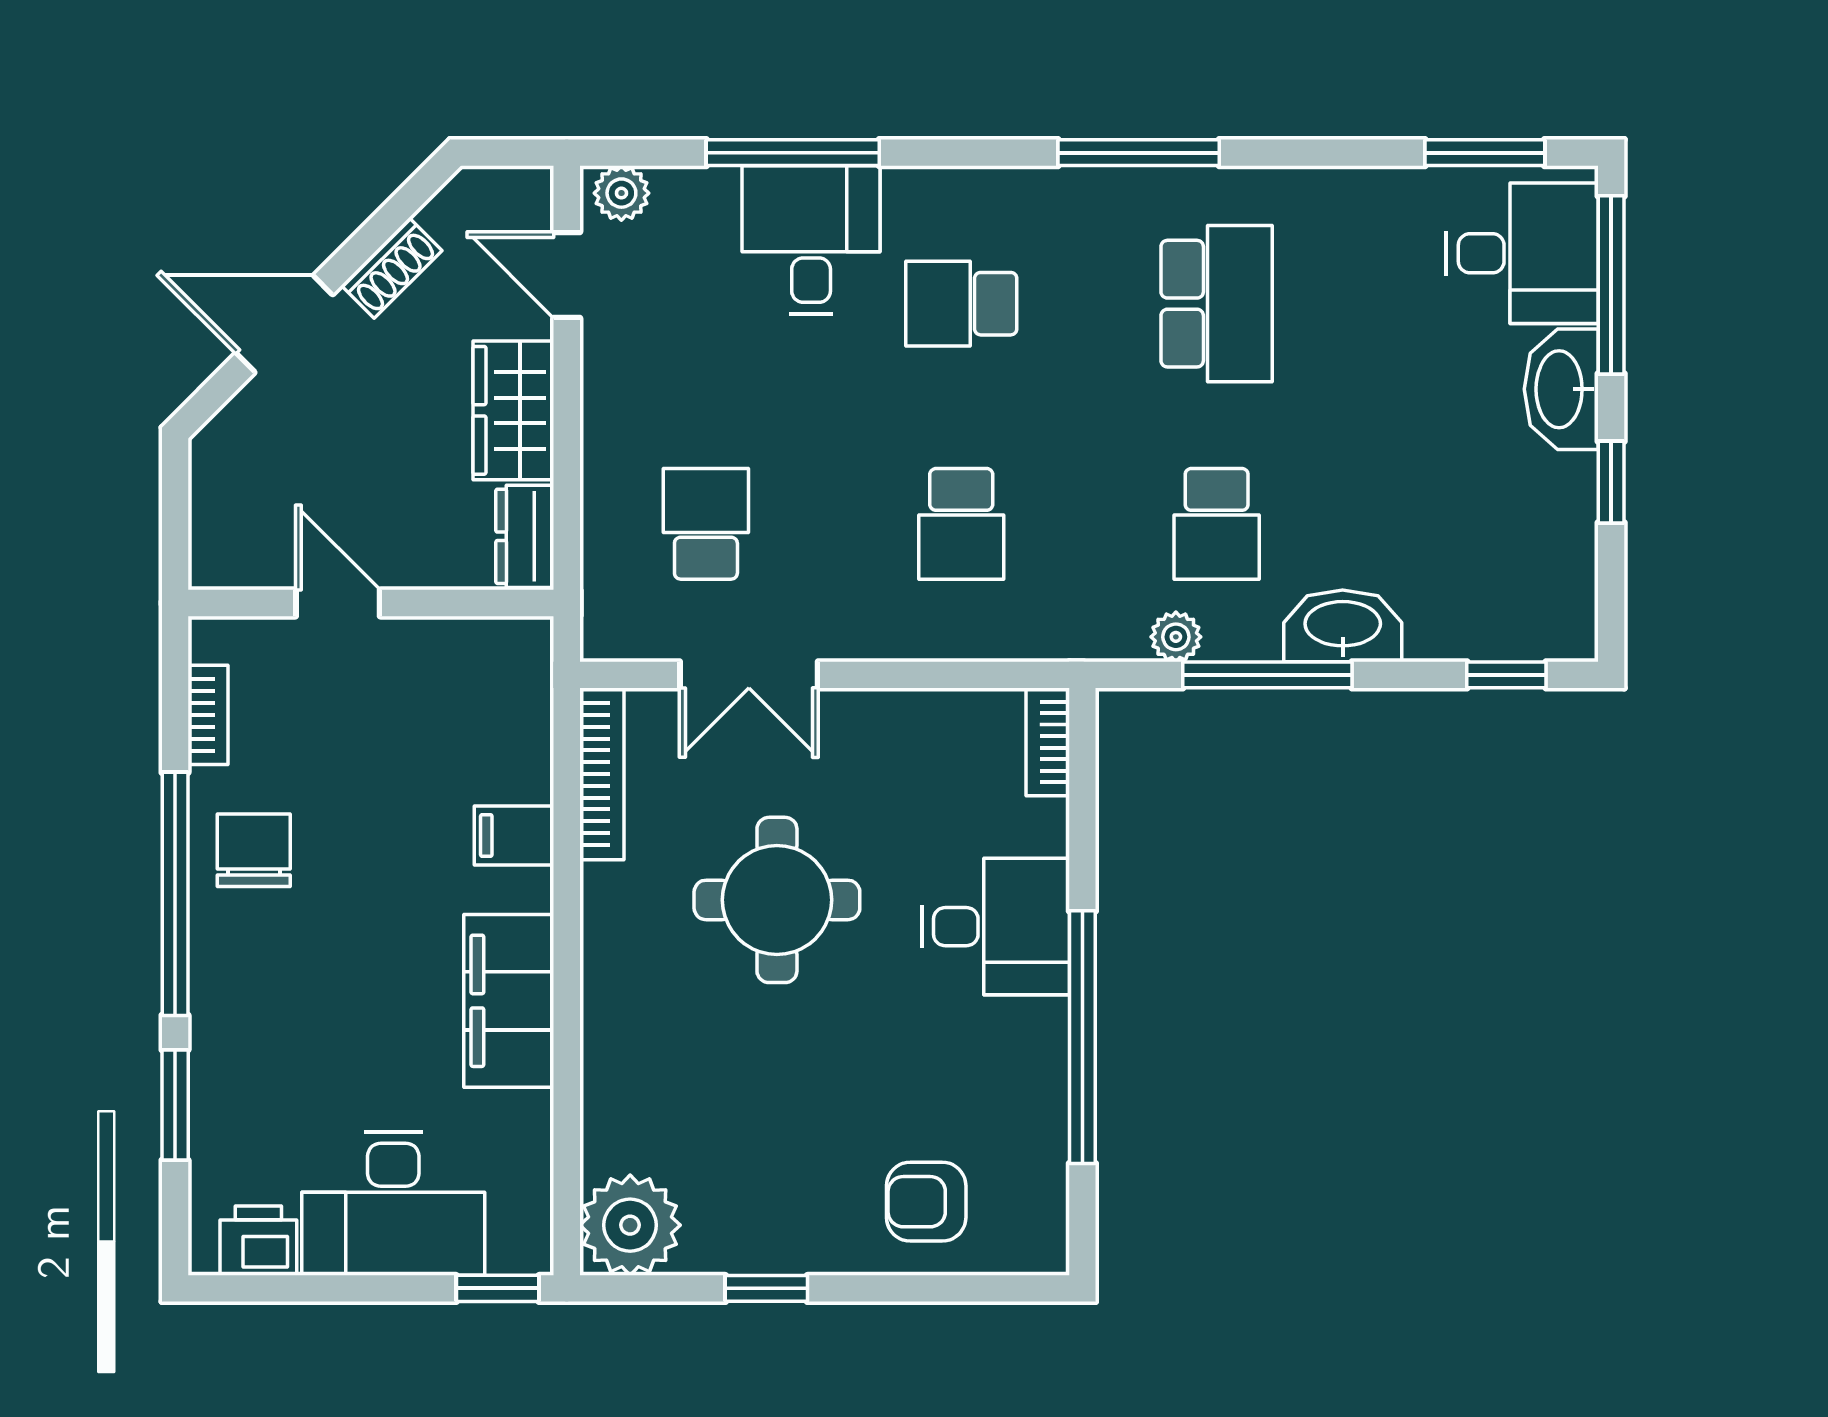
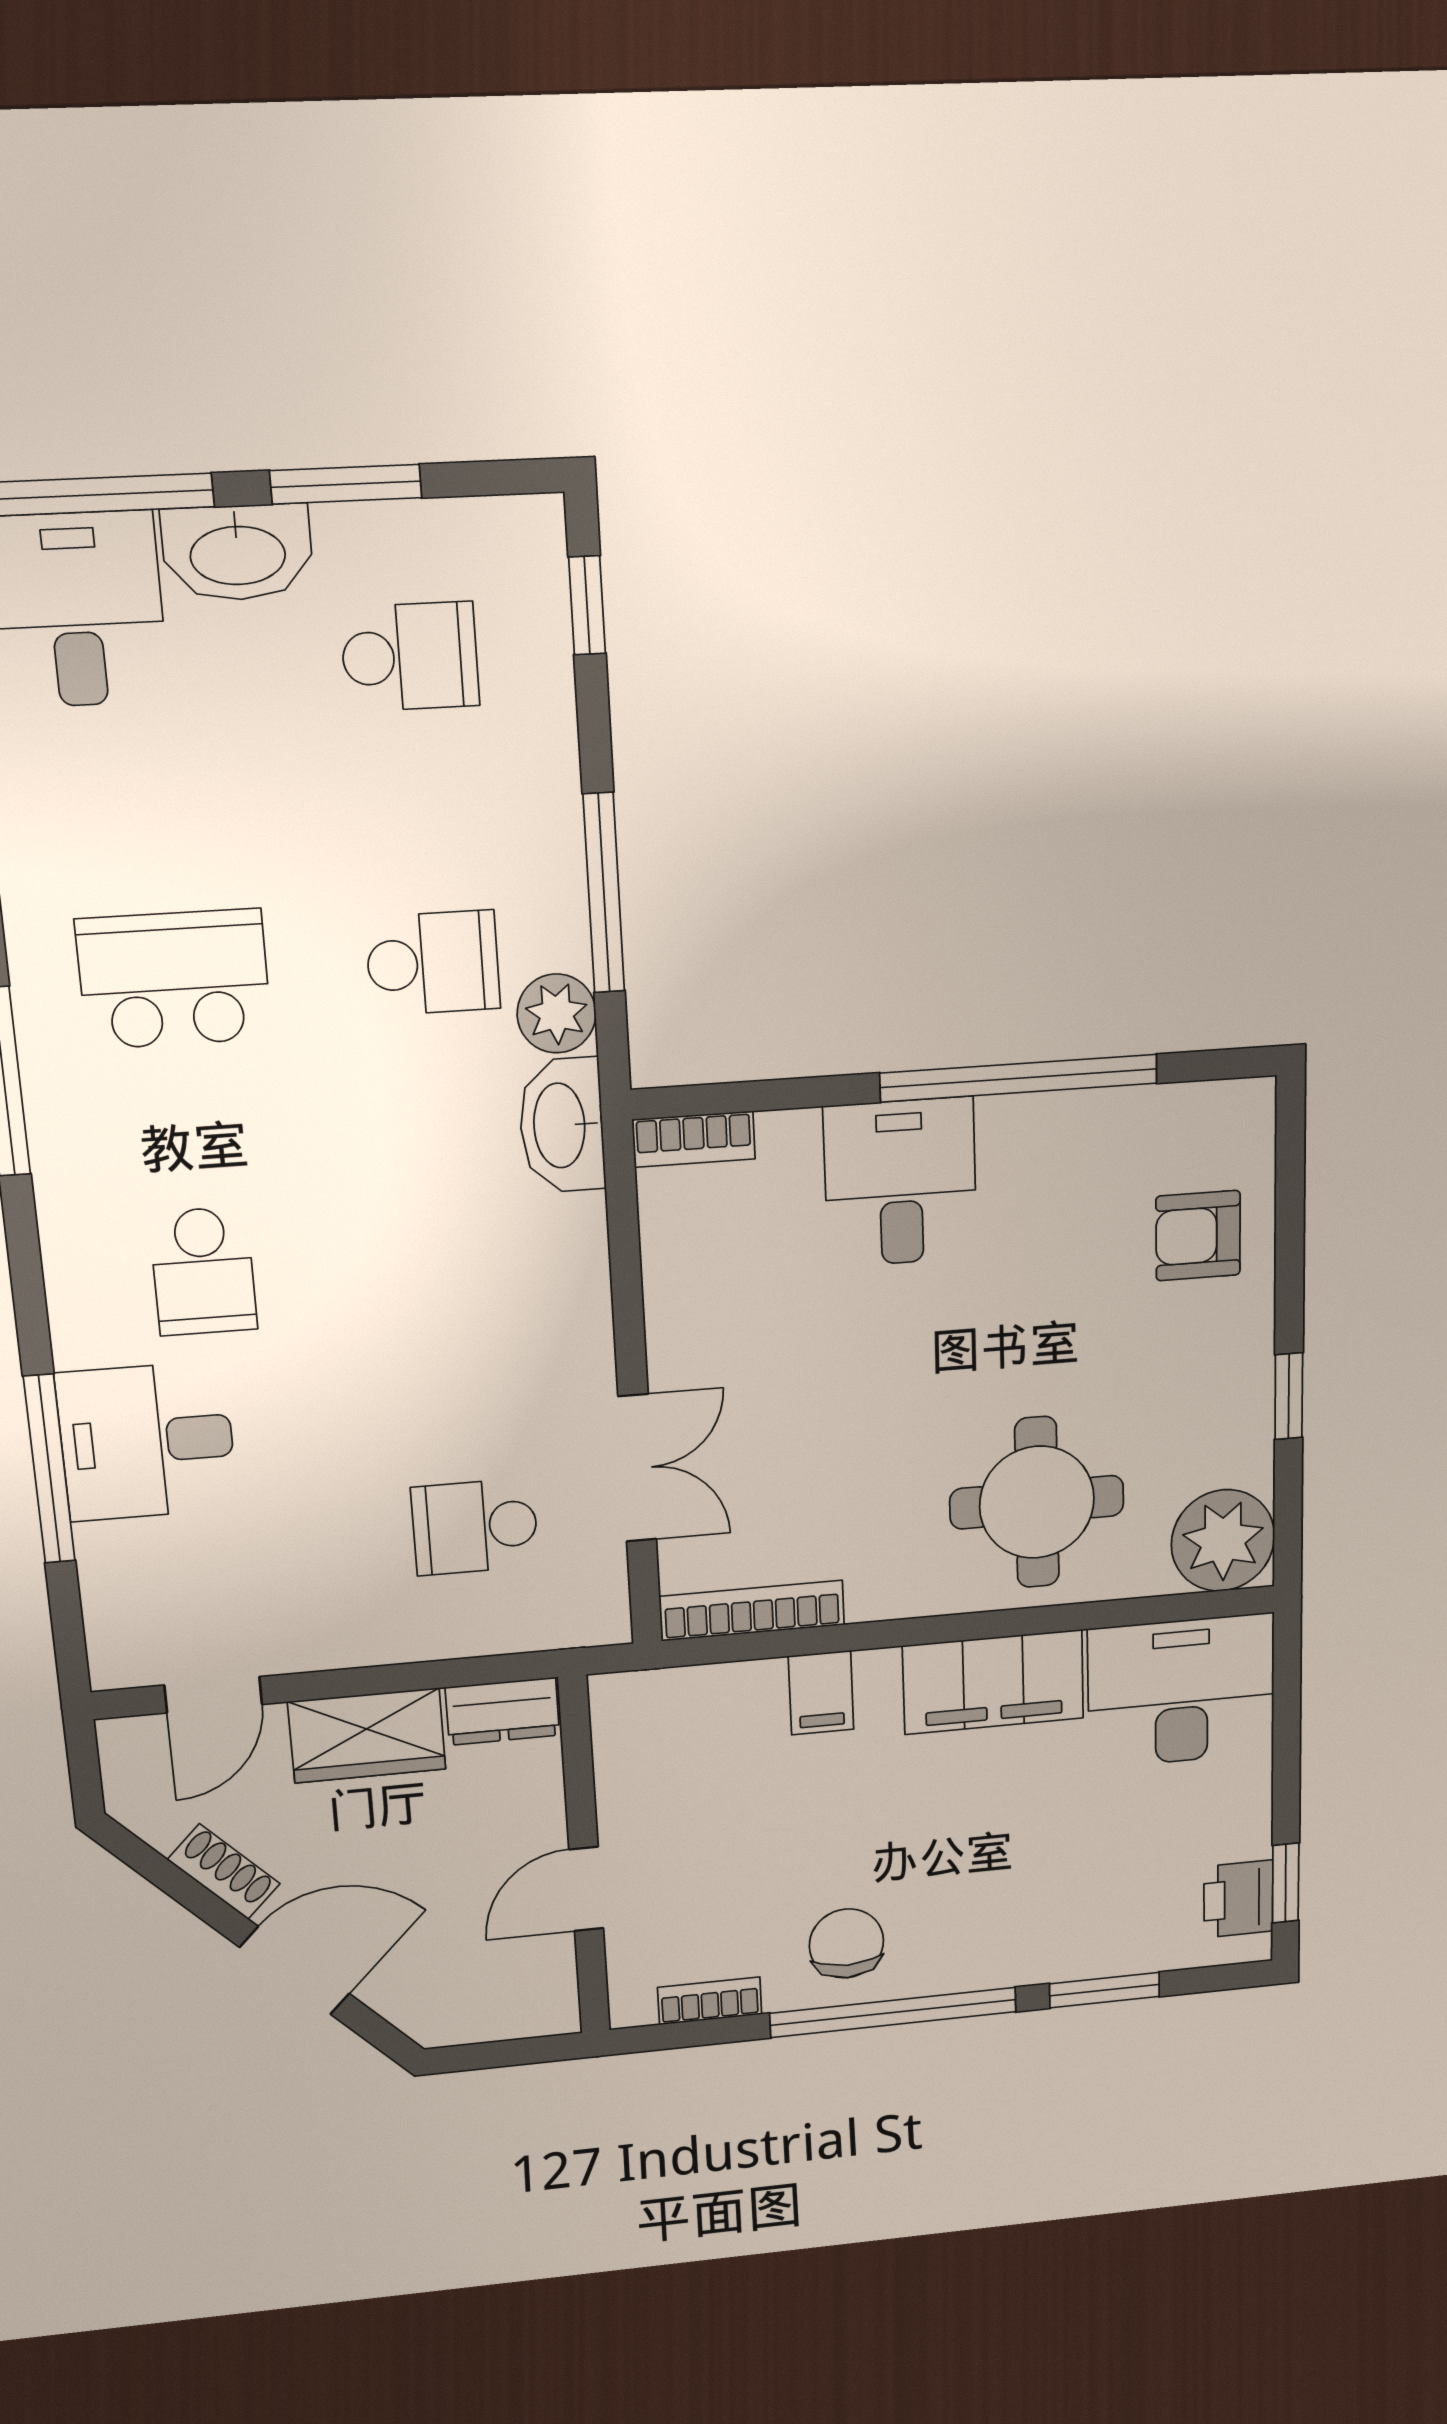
plant: (621, 193) -> (116, 1646), removed
door: (284, 324) -> (295, 1971), swing flipped
window: (1611, 482) -> (346, 484), width x1.50
school desk: (961, 524) -> (410, 657), moved
washbasin: (1343, 626) -> (562, 1125), moved
plant: (1176, 637) -> (557, 1014), width x1.38, depth x1.38
chair: (254, 850) -> (846, 1943), turned 90
round table: (777, 900) -> (1037, 1502), moved
armchair: (926, 1202) -> (1198, 1236), turned 90
desk: (393, 1204) -> (1181, 1691), moved, turned -90
window: (498, 1288) -> (1286, 1883), moved

